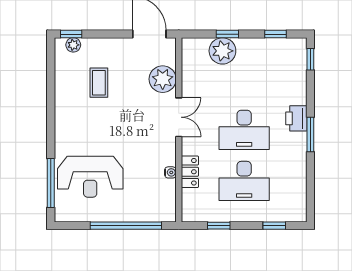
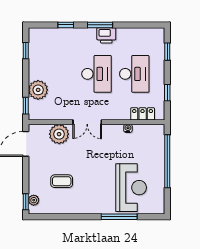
window: (227, 34) -> (26, 106), moved
window: (310, 59) -> (66, 25), moved
double door: (179, 117) -> (87, 122), swing flipped
printer: (296, 118) -> (106, 35), moved
locker: (190, 172) -> (143, 114), moved
window: (51, 183) -> (119, 217), moved

